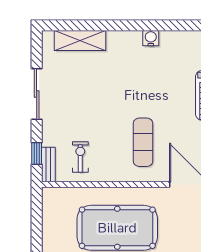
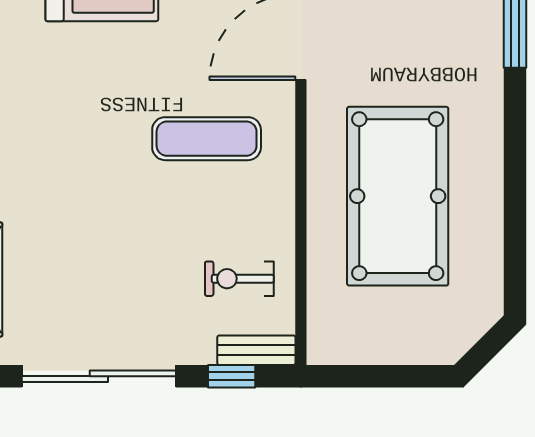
sliding door: (37, 94) -> (99, 376), width x1.36

